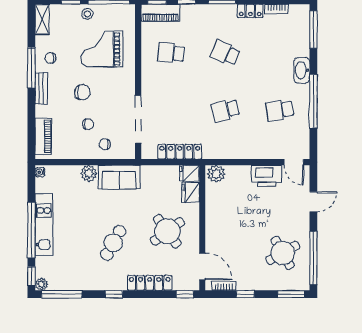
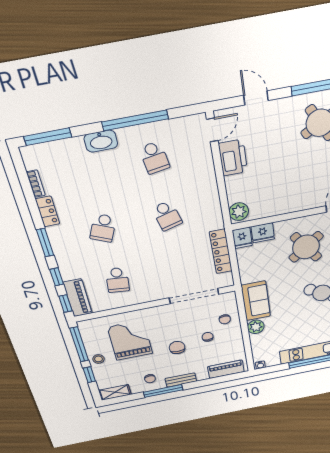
grand piano: (102, 49) -> (130, 340), turned 180

